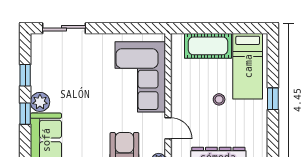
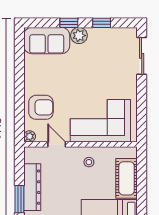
stool: (219, 99) -> (89, 162), moved
door: (168, 128) -> (57, 144), swing flipped

